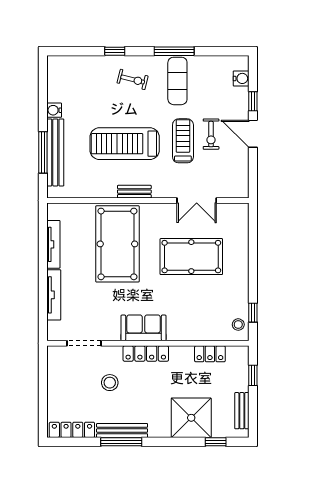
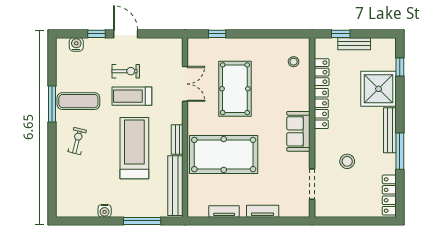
window: (115, 51) -> (52, 157), removed
door: (253, 134) -> (126, 34), swing flipped
treadmill: (125, 144) -> (134, 148), turned 180
bench: (55, 152) -> (175, 186), moved, turned 90
tv unit: (53, 244) -> (224, 212), width x0.71
tv unit: (54, 295) -> (263, 211), width x0.71
window: (253, 313) -> (217, 34), moved
stool: (238, 325) -> (294, 62), moved
locker: (146, 354) -> (321, 109), moved
bench: (242, 411) -> (354, 44), moved
bench: (122, 430) -> (390, 130), moved

